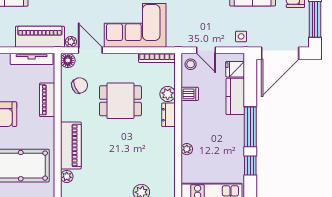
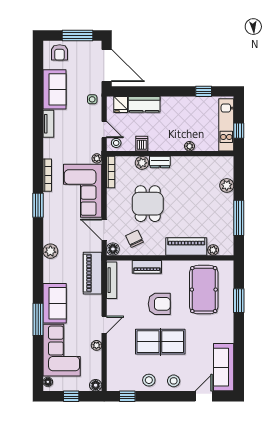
plant: (71, 42) -> (97, 158), moved
door: (90, 50) -> (104, 230), hinge flipped
door: (206, 50) -> (104, 130), hinge flipped
window: (250, 127) -> (170, 91), removed

